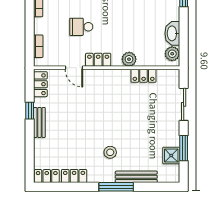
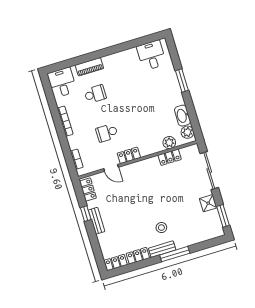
plant: (129, 59) -> (169, 143), moved
sliding door: (184, 104) -> (209, 171), width x1.37
window: (184, 148) -> (223, 216), moved
shower: (171, 156) -> (208, 203), moved
bench: (136, 177) -> (162, 249), moved, width x0.73

